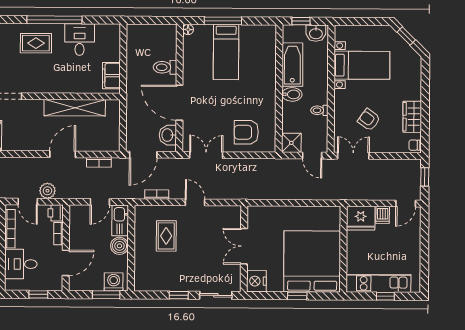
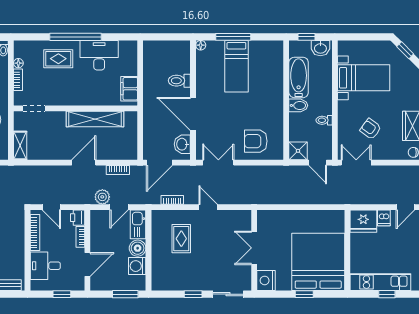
desk: (80, 40) -> (99, 55), width x1.37
plant: (47, 191) -> (102, 197), moved
washing machine: (114, 282) -> (137, 266), moved, turned -90

